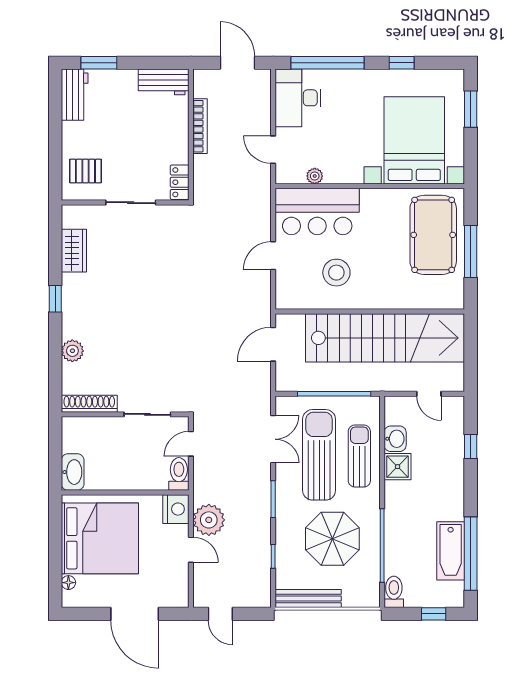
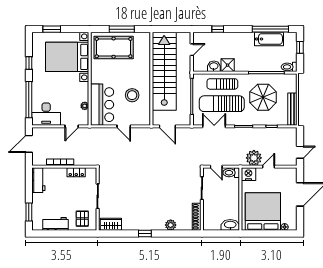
workbench: (75, 95) -> (56, 224), moved
locker: (180, 182) -> (76, 172), moved
wardrobe: (74, 251) -> (111, 224), moved

